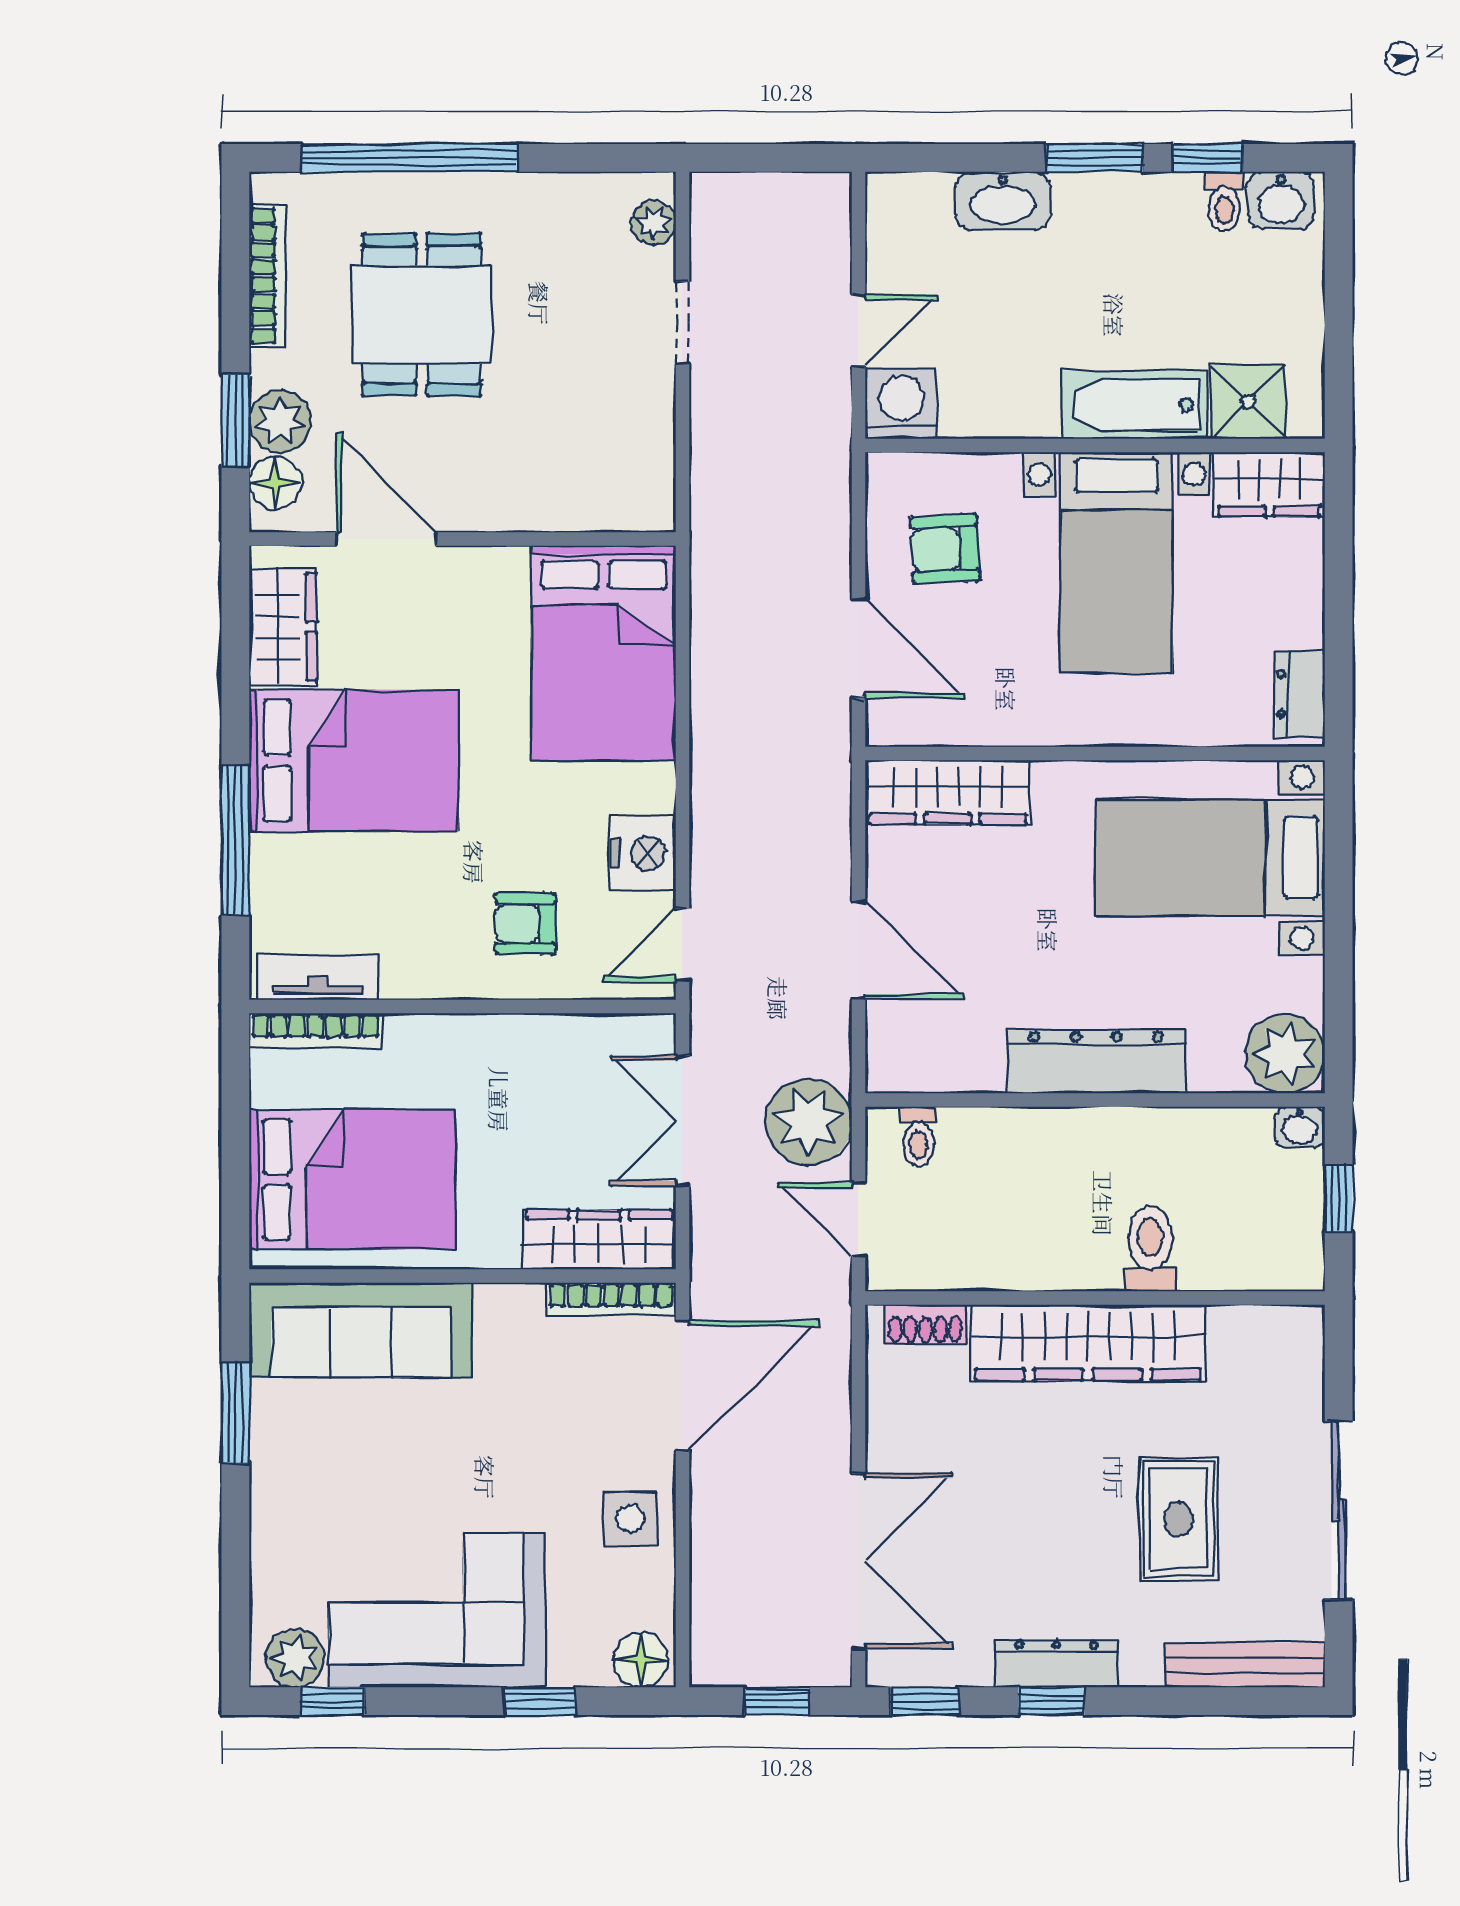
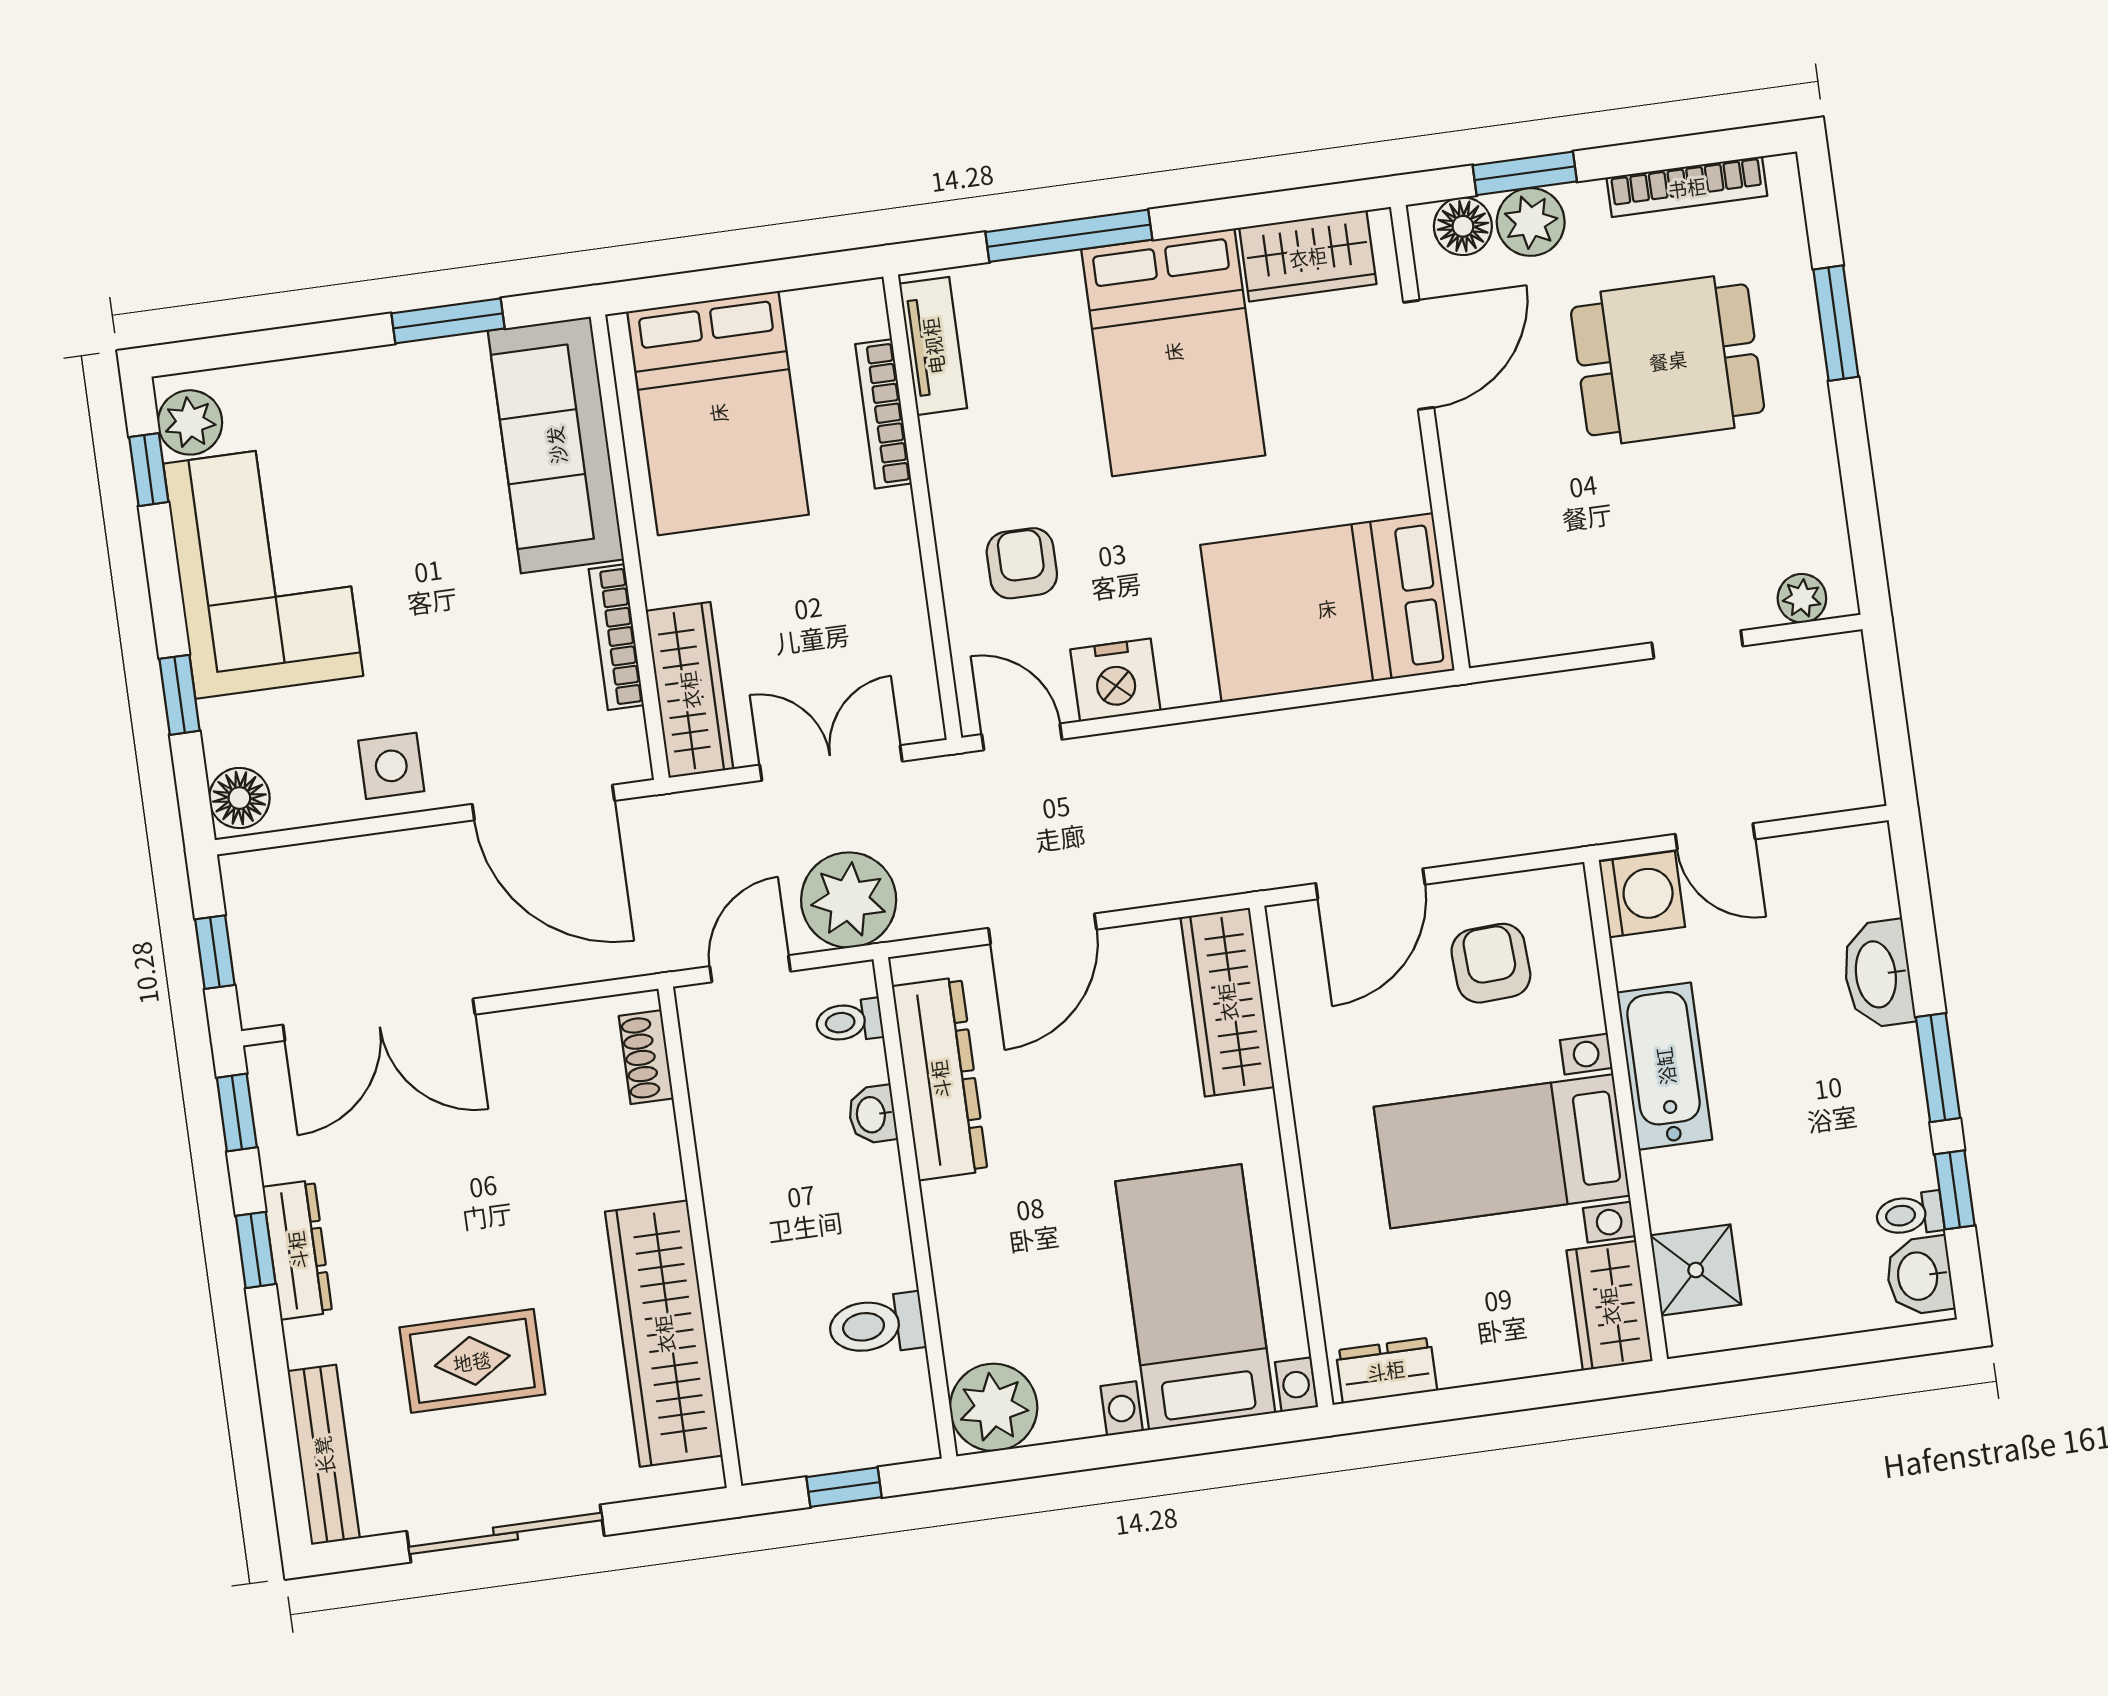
window: (409, 158) -> (1836, 323), width x0.47
bathtub: (1134, 405) -> (1665, 1066), moved
bookcase: (316, 1030) -> (883, 414), moved
dresser: (1096, 1061) -> (940, 1079), moved
washbasin: (1300, 1127) -> (872, 1115), moved
toilet: (1150, 1249) -> (877, 1325), moved, turned 180
bookcase: (611, 1299) -> (616, 637), moved
wardrobe: (1088, 1343) -> (664, 1334), moved

